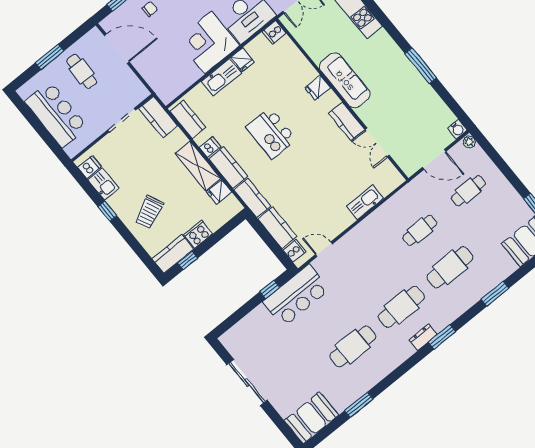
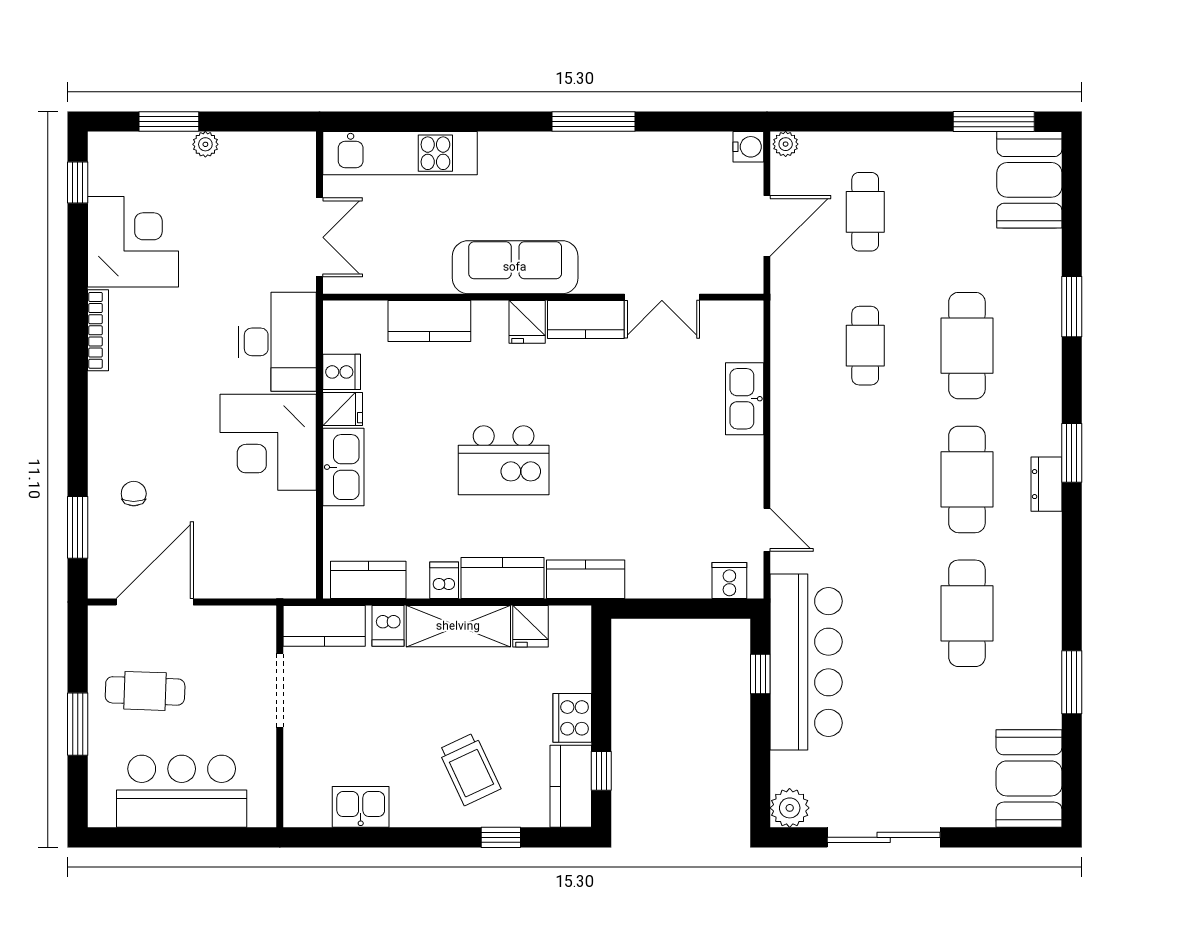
cooker: (274, 32) -> (342, 372), moved, turned -90
fridge: (318, 88) -> (527, 322), moved
dishwasher: (90, 167) -> (388, 626), moved, turned 180
window: (107, 211) -> (501, 837), moved
kitchen counter: (277, 228) -> (429, 321), moved, turned 180
door: (324, 249) -> (767, 530), swing flipped
bar counter: (296, 296) -> (806, 662), width x1.36
plant: (230, 340) -> (790, 808), added

